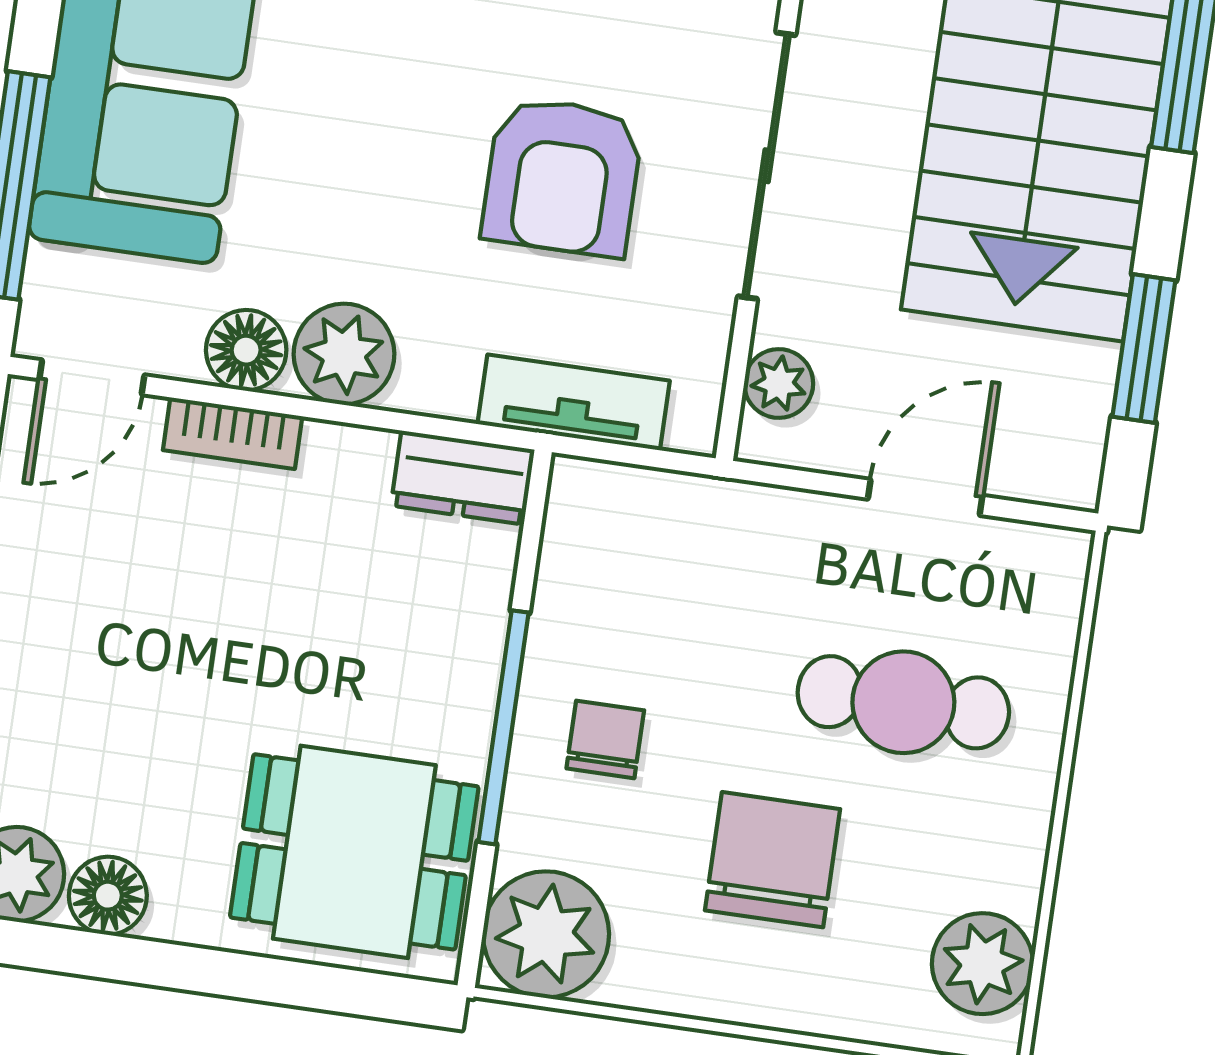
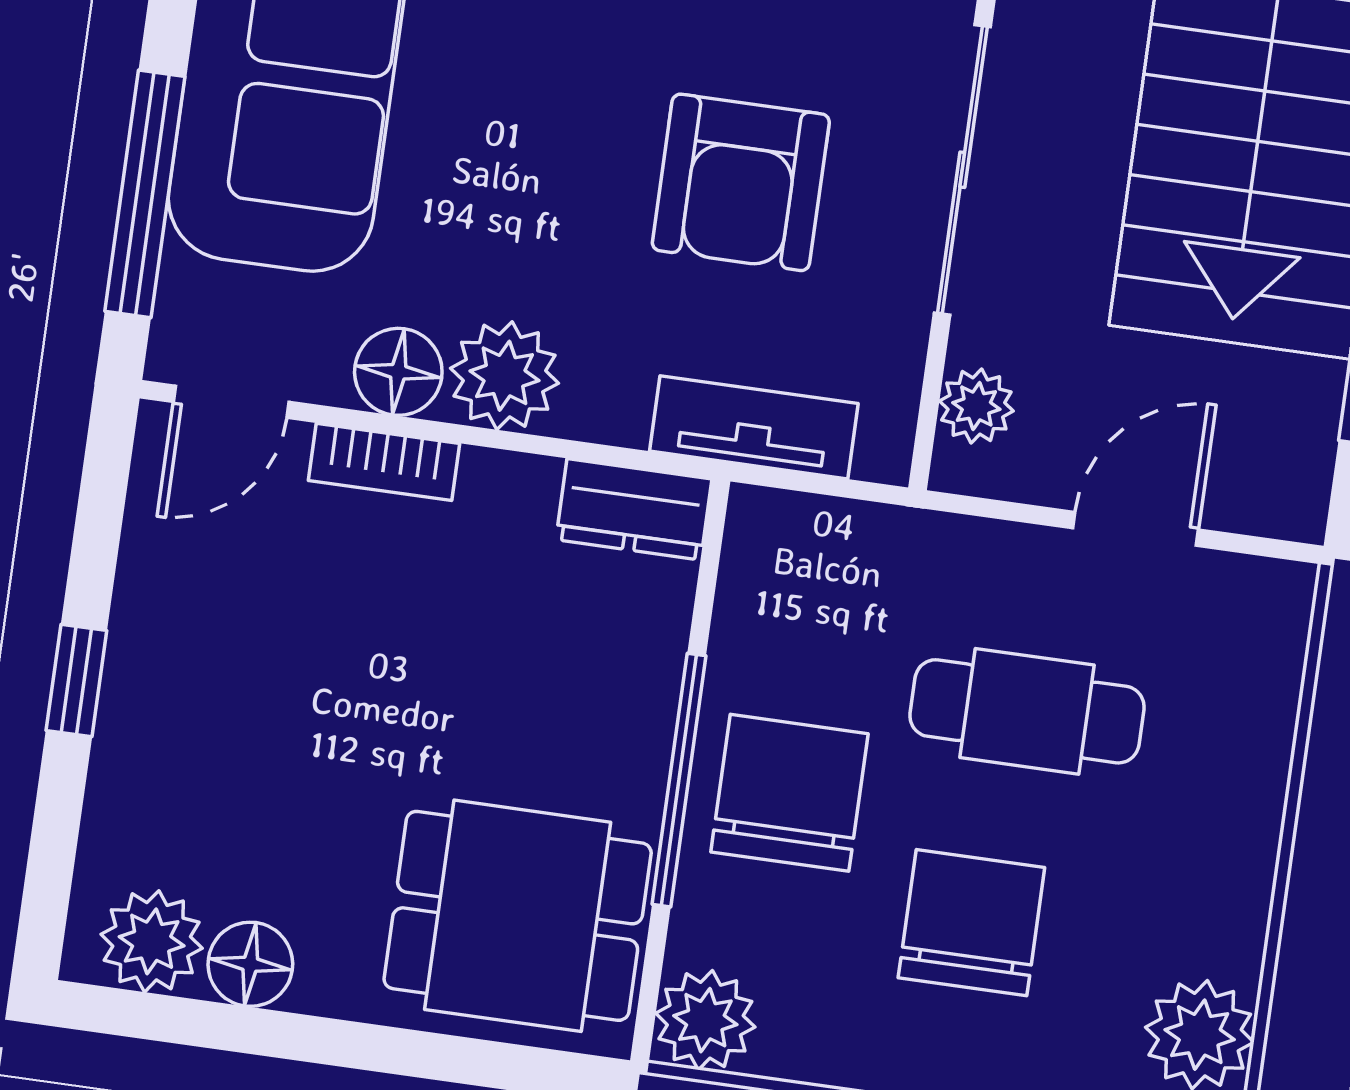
cafe table: (903, 702) -> (1027, 711), moved
chair: (605, 739) -> (790, 793), width x1.87, depth x1.87
plant: (546, 934) -> (705, 1020), width x0.73, depth x0.73

